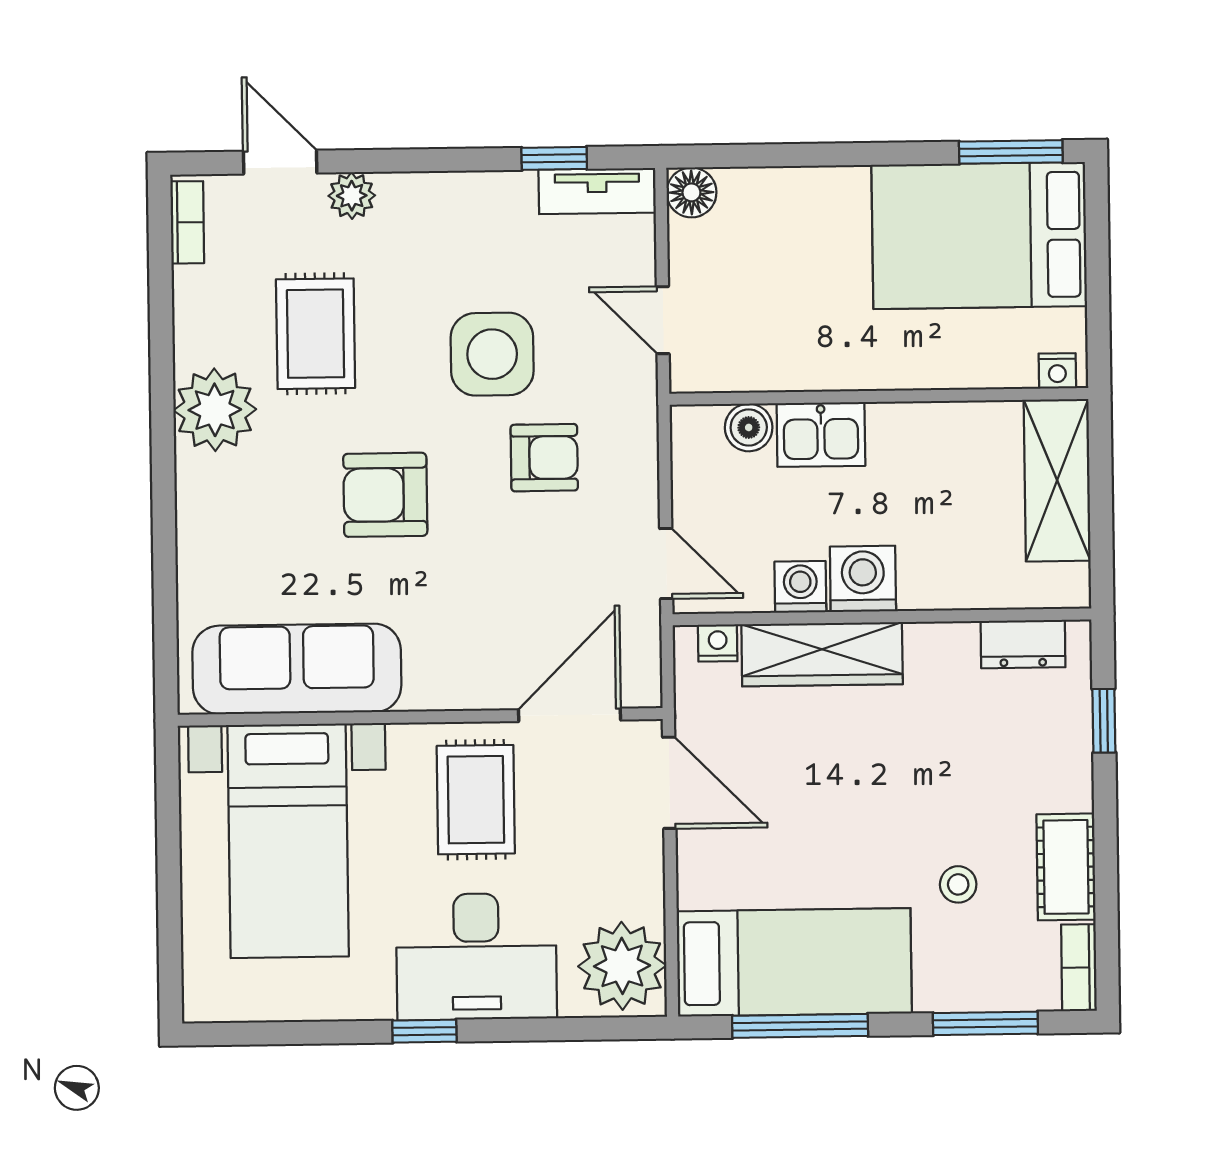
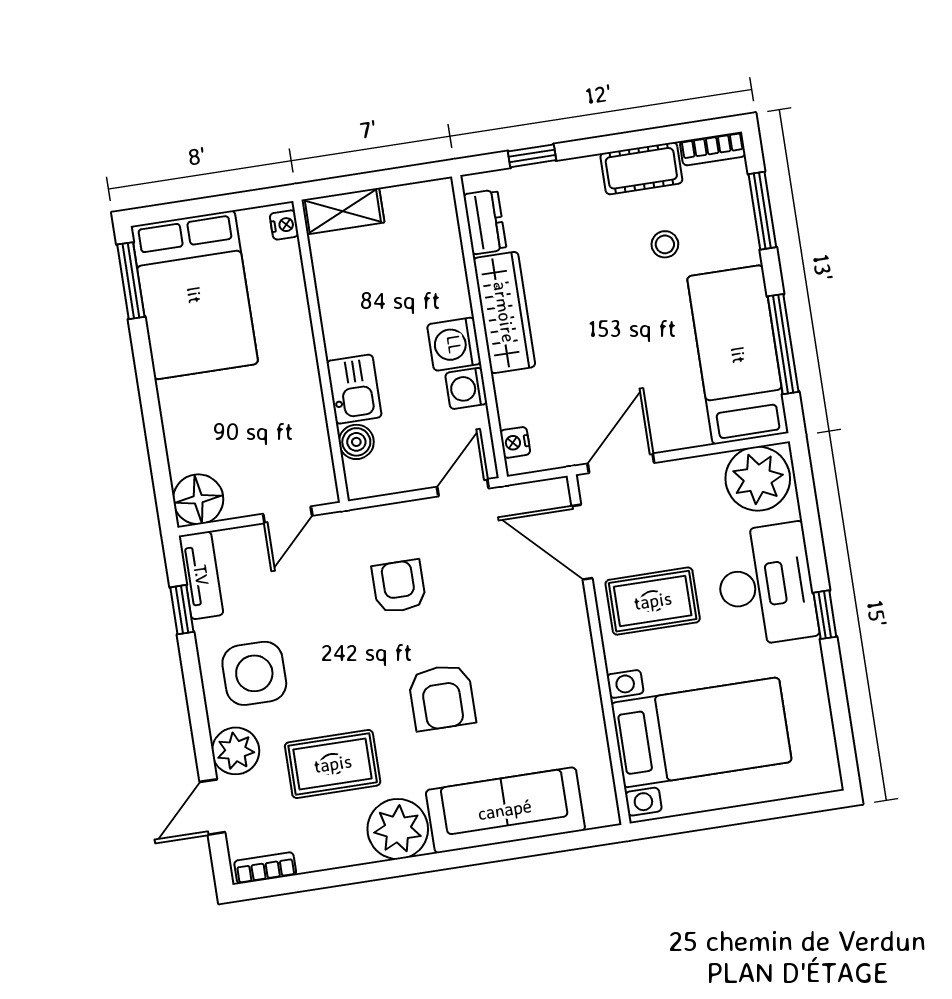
floor lamp: (691, 192) -> (198, 499), width x1.38, depth x1.38
plant: (352, 196) -> (236, 751), width x1.38, depth x1.38
side table: (492, 354) -> (254, 673), moved
shelving: (1057, 480) -> (343, 211), width x0.67, depth x0.75
wardrobe: (822, 654) -> (504, 312), moved
sofa: (297, 669) -> (505, 810), moved, turned 90

